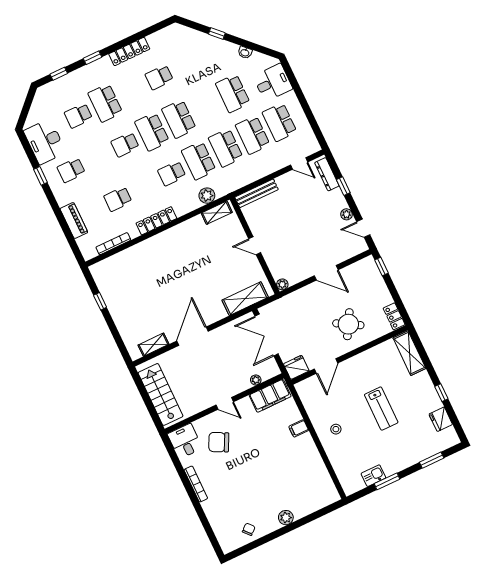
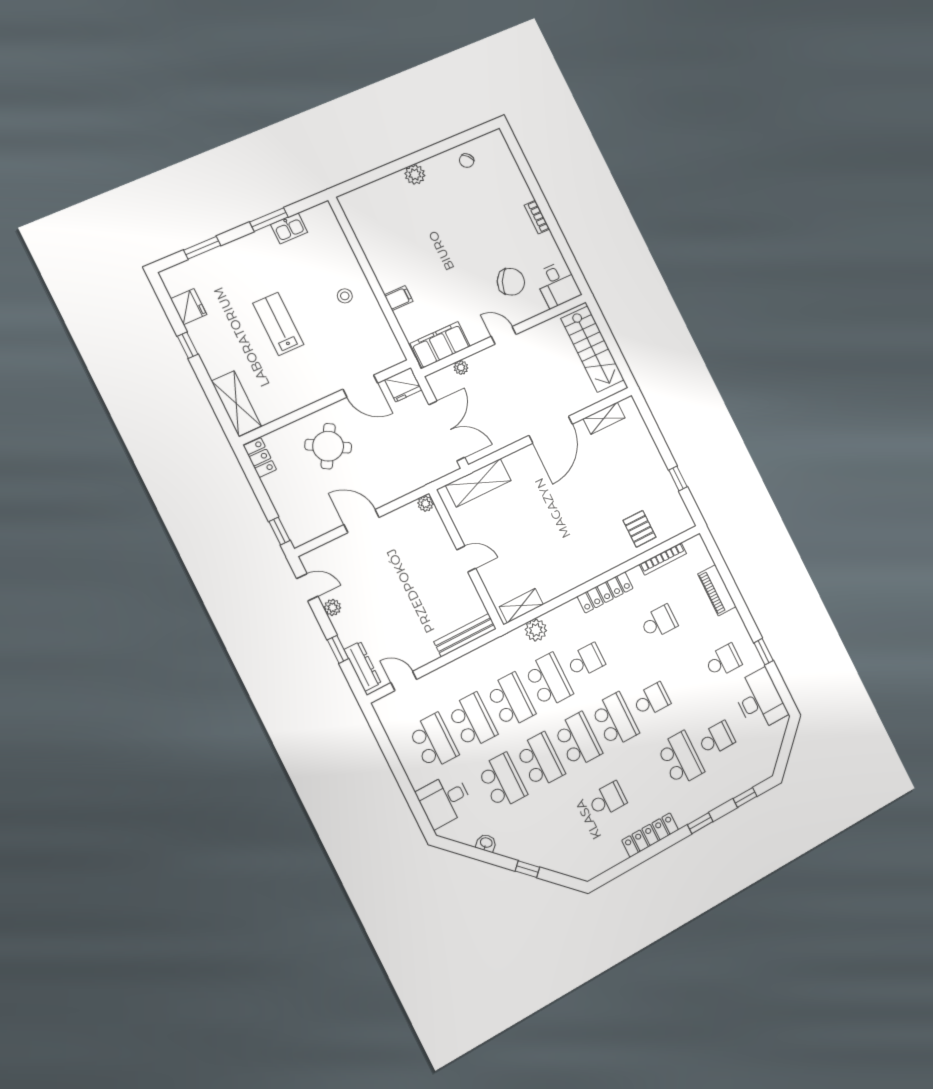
school desk: (206, 106) -> (540, 760), added
pallet: (130, 265) -> (639, 529), added
door: (326, 366) -> (360, 386), swing flipped
bookcase: (196, 484) -> (537, 217), width x0.64

